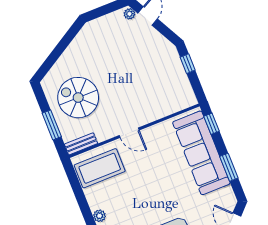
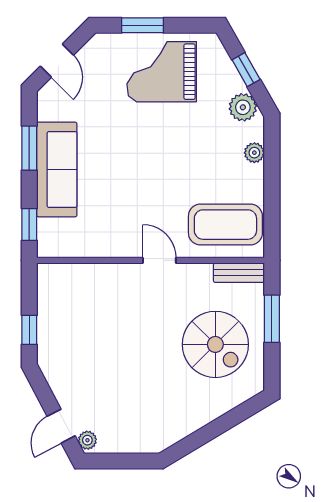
sofa: (201, 153) -> (57, 169), width x0.74, depth x0.79

